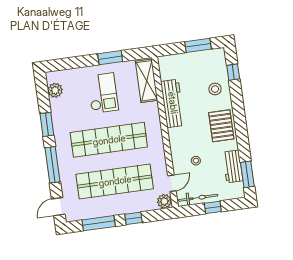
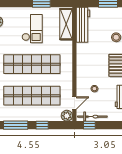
workbench: (173, 103) -> (83, 25), moved
window: (213, 207) -> (89, 125), moved

